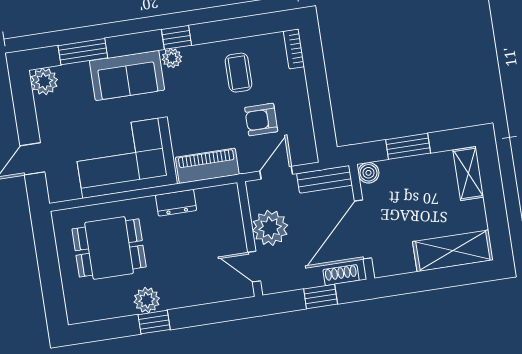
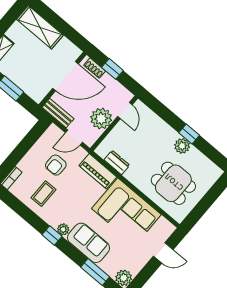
armchair: (261, 120) -> (56, 165), turned 90
boiler: (368, 173) -> (38, 96), removed
dresser: (176, 203) -> (117, 162), moved

